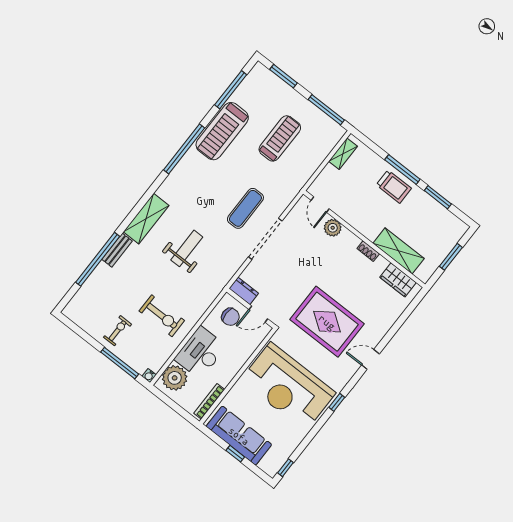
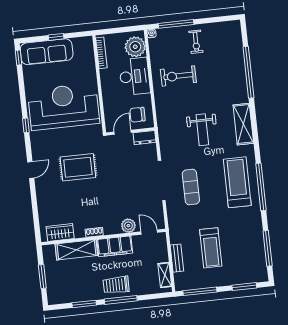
treadmill: (222, 131) -> (237, 182), moved
filing cabinet: (362, 221) -> (115, 246), added
bench: (117, 250) -> (177, 258), moved
rug: (327, 322) -> (78, 167), width x0.73, depth x0.69
sofa: (239, 436) -> (47, 52), moved

